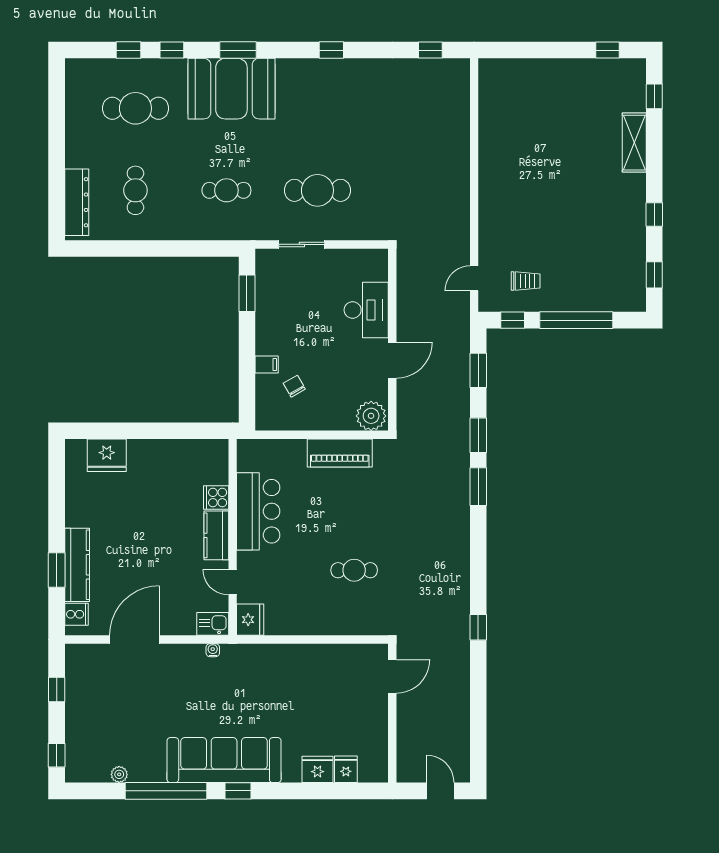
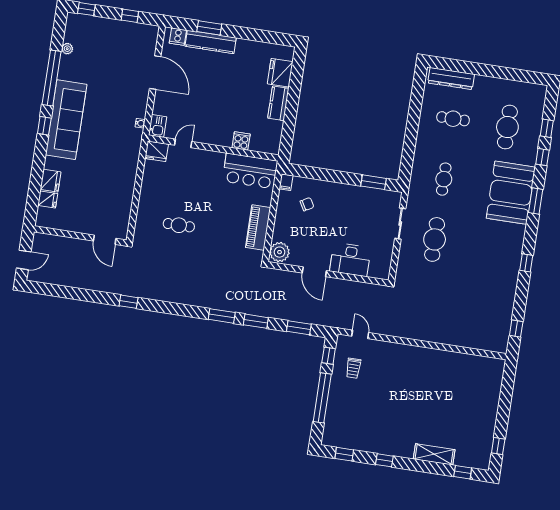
filing cabinet: (267, 364) -> (286, 182), moved
bar counter: (258, 511) -> (250, 171), moved
kitchen counter: (216, 535) -> (278, 103), moved, turned -90
cafe table: (354, 570) -> (179, 225), turned 90

